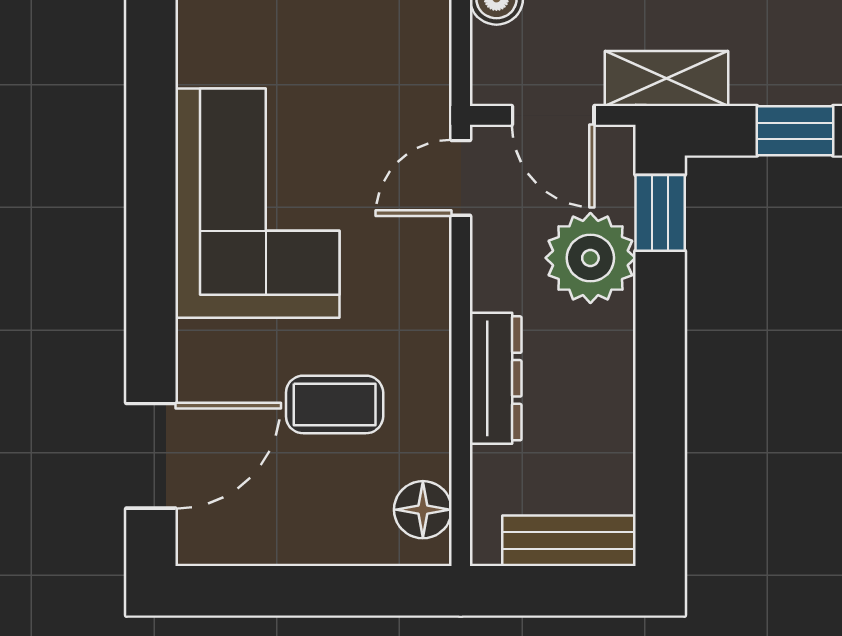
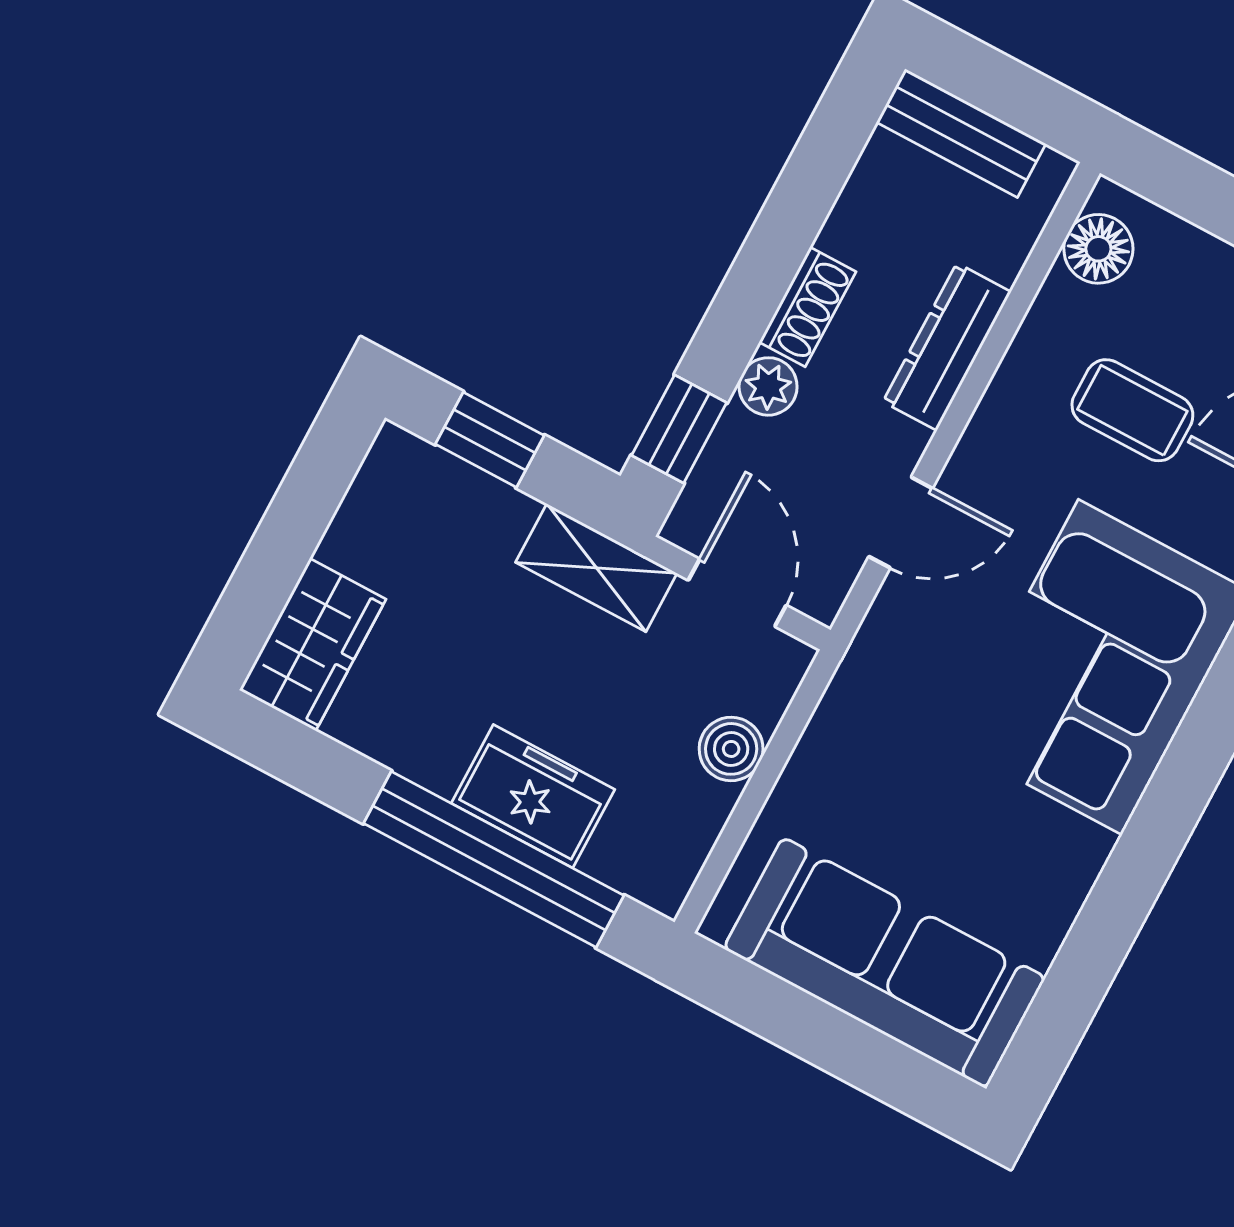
door: (461, 178) -> (901, 522), moved
plant: (590, 258) -> (768, 386), width x0.53, depth x0.53
shoe rack: (614, 353) -> (808, 307), added

